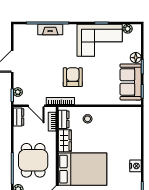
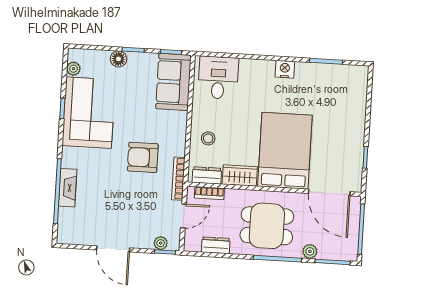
sofa: (131, 82) -> (173, 82), moved, turned 90
dresser: (19, 117) -> (216, 245), moved
desk: (127, 123) -> (218, 78), added

